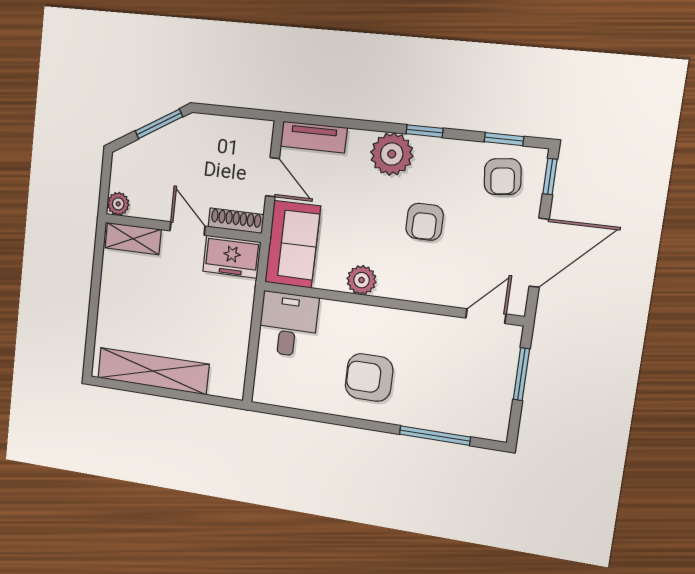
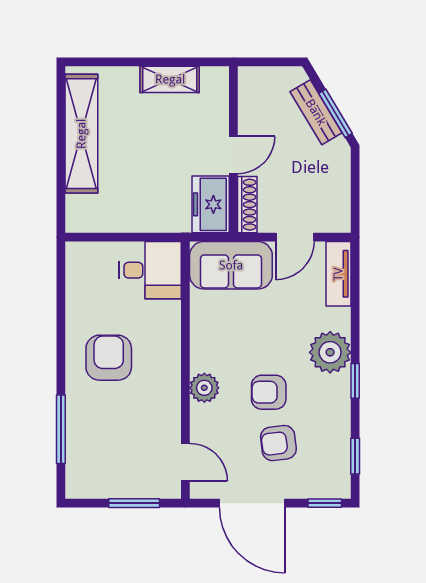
bench: (156, 143) -> (316, 112), added
armchair: (503, 177) -> (278, 443), moved
plant: (118, 204) -> (250, 78), removed
shelving: (133, 239) -> (170, 79), moved, turned 90
plant: (362, 280) -> (204, 388), moved

